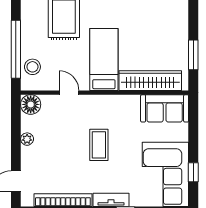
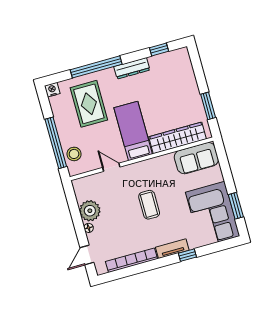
floor lamp: (31, 104) -> (89, 228), moved, width x0.53, depth x0.53
plant: (27, 139) -> (90, 211), width x1.88, depth x1.88
window: (193, 172) -> (236, 206), width x1.50

